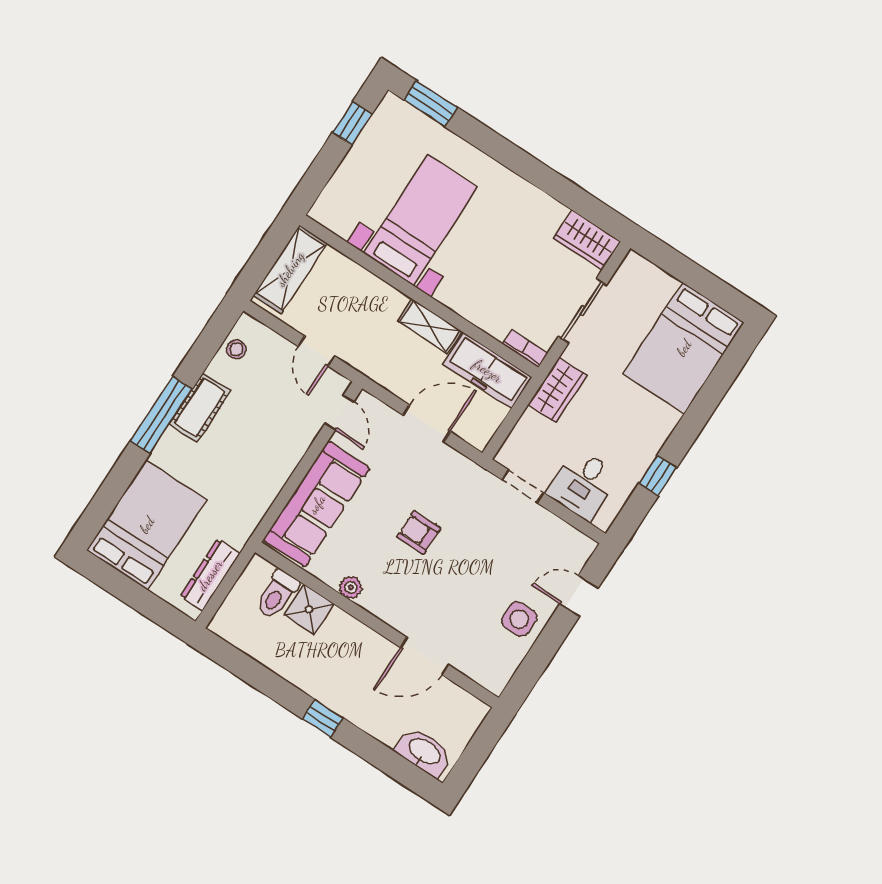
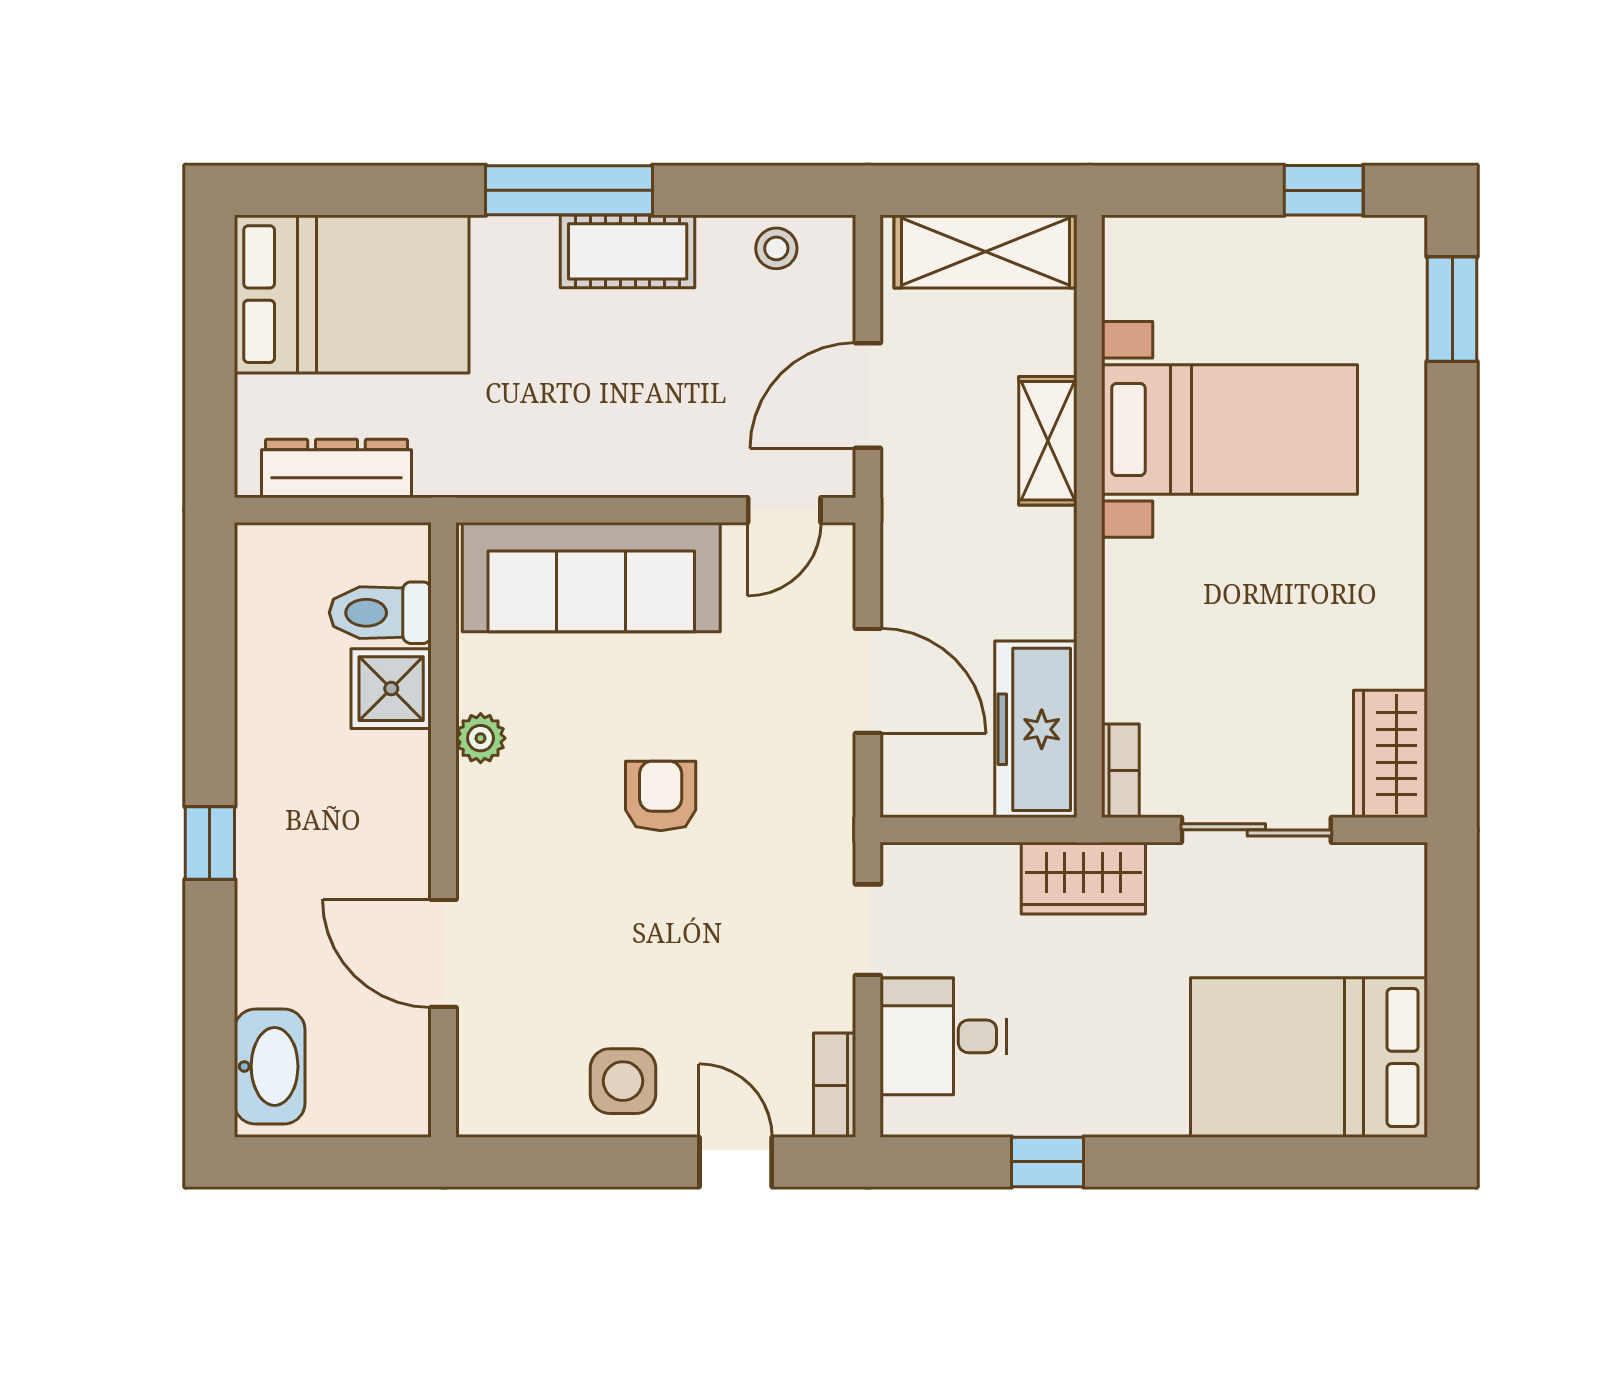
shelving: (430, 326) -> (1048, 441), moved
door: (316, 351) -> (868, 396), width x1.38
bookcase: (574, 538) -> (835, 1085), added

